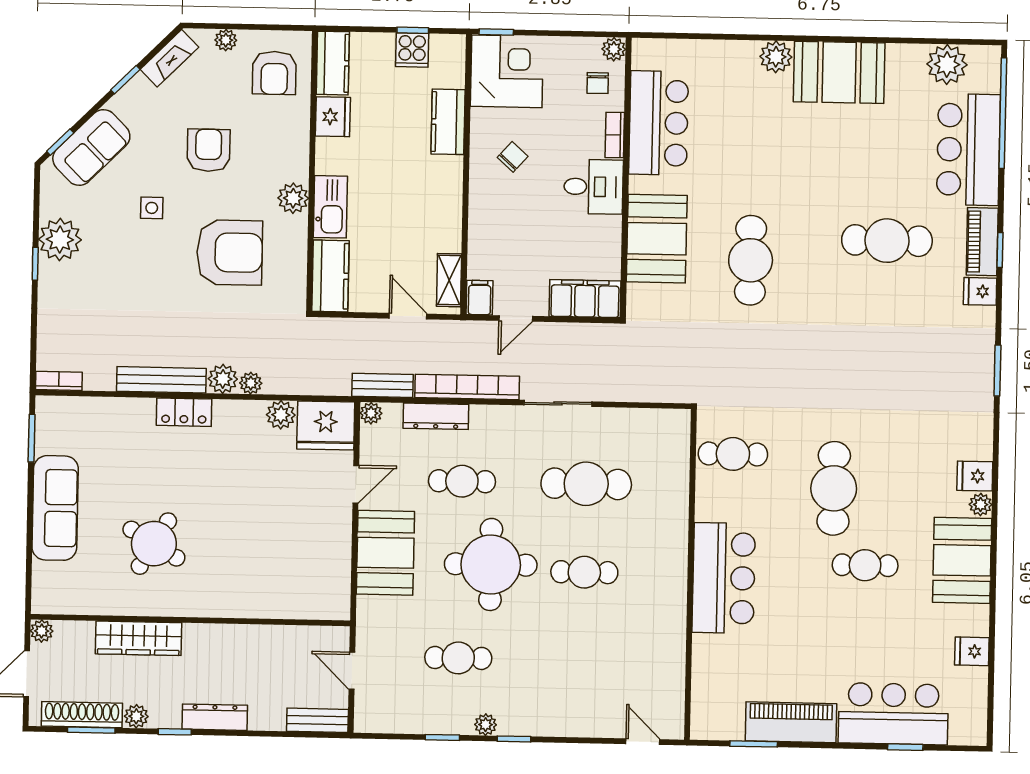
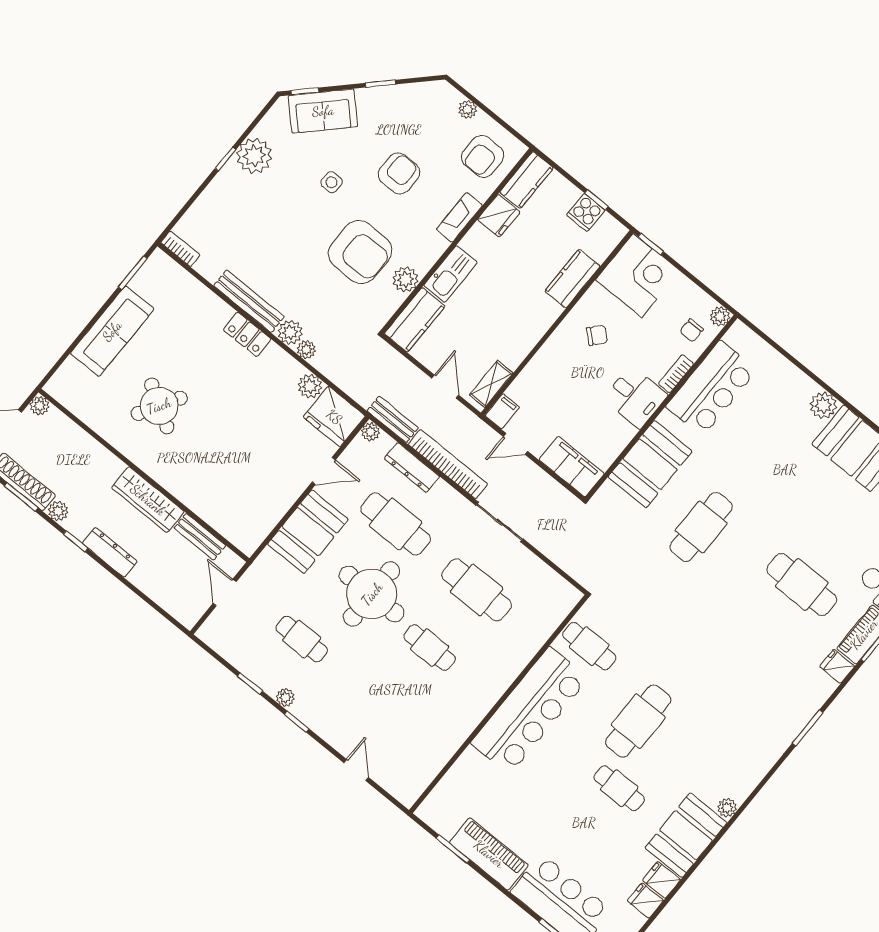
fireplace: (169, 58) -> (459, 217), moved, turned 135
plant: (293, 198) -> (405, 279), moved
fridge: (975, 476) -> (661, 880), moved
cafe table: (462, 481) -> (396, 524), width x1.37, depth x1.35
bar counter: (724, 578) -> (530, 710), width x1.36
wardrobe: (138, 638) -> (148, 500), moved
bench: (317, 720) -> (200, 537), moved
door: (643, 742) -> (356, 770), moved

